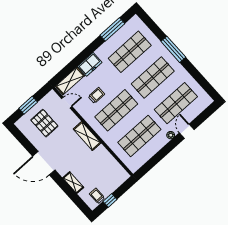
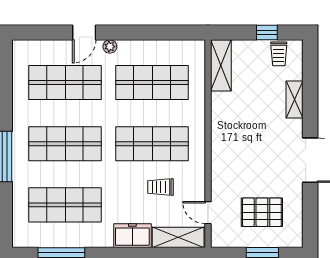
pallet: (44, 123) -> (262, 212), turned 90
shelving: (87, 136) -> (221, 65), moved

